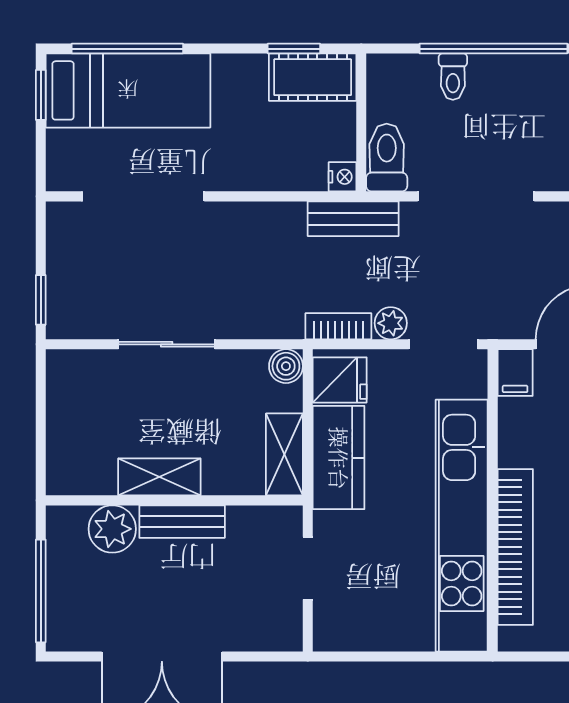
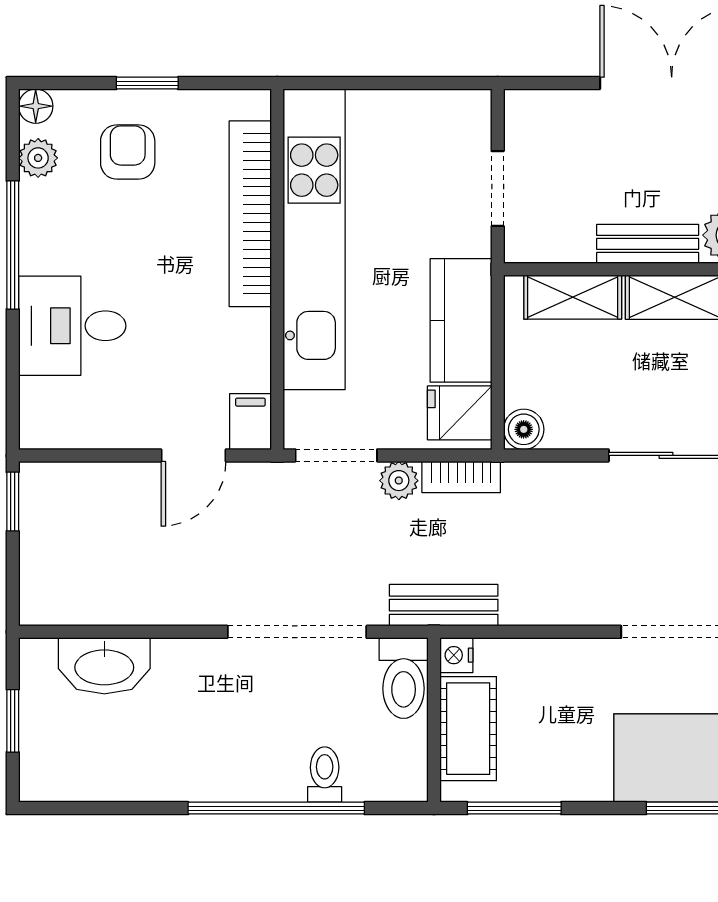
window: (294, 49) -> (514, 808), width x1.50
cot: (313, 77) -> (468, 729), moved, turned 90
shelving: (284, 454) -> (573, 297), moved, turned 90

